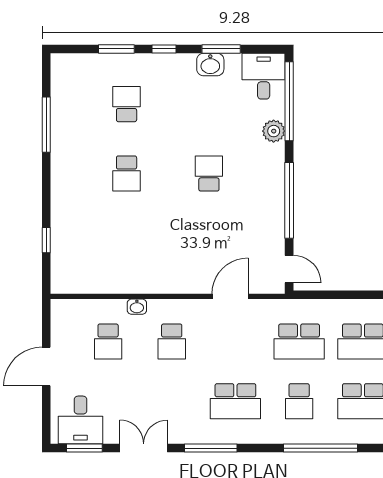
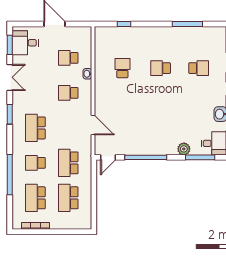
window: (289, 101) -> (200, 157), width x0.68
school desk: (209, 173) -> (122, 68), moved, turned -90
window: (211, 448) -> (10, 114), width x0.69

